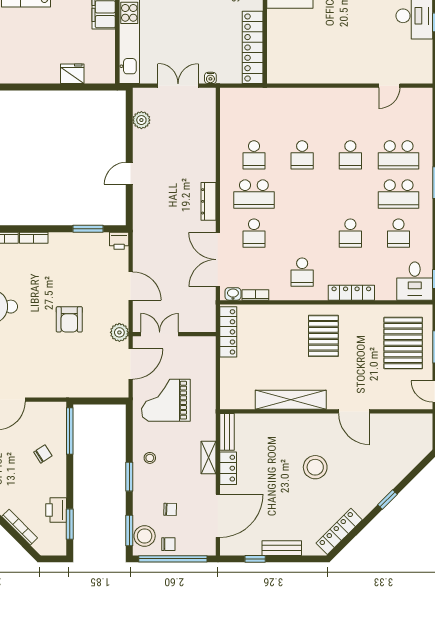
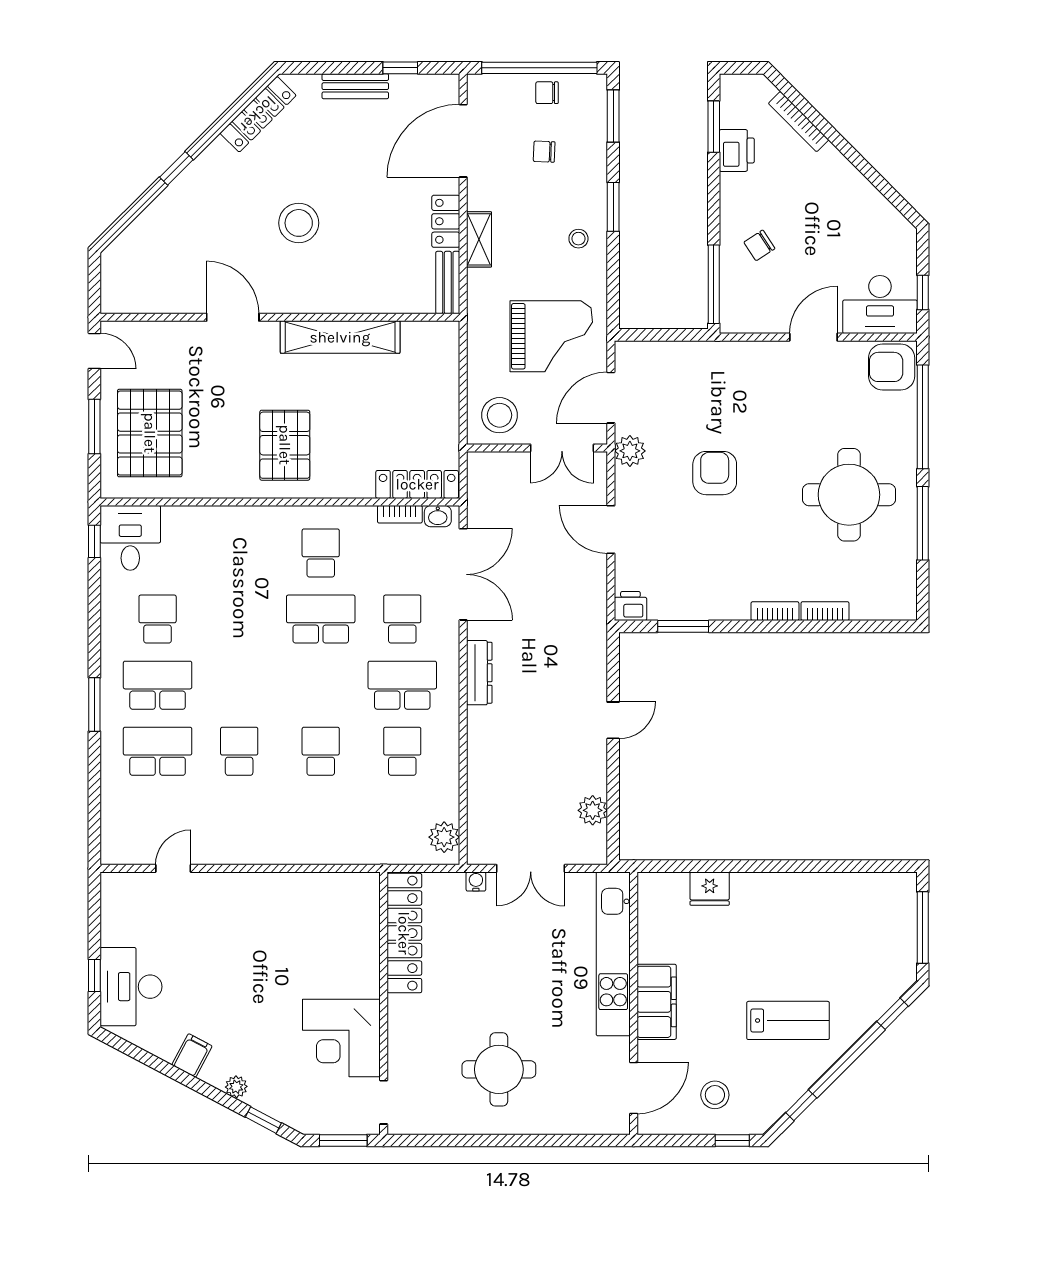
plant: (229, 104) -> (444, 837), added
school desk: (350, 233) -> (321, 619), moved, width x1.85
locker: (351, 293) -> (237, 518), removed
locker: (228, 332) -> (417, 484), moved, turned 90
stool: (145, 536) -> (499, 415), moved

